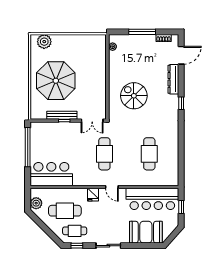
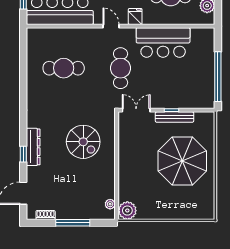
plant: (44, 42) -> (127, 211), moved
dresser: (173, 79) -> (33, 147), moved
window: (181, 103) -> (23, 154), moved
cafe table: (149, 154) -> (64, 68), turned 90
bar counter: (51, 174) -> (163, 42), moved

